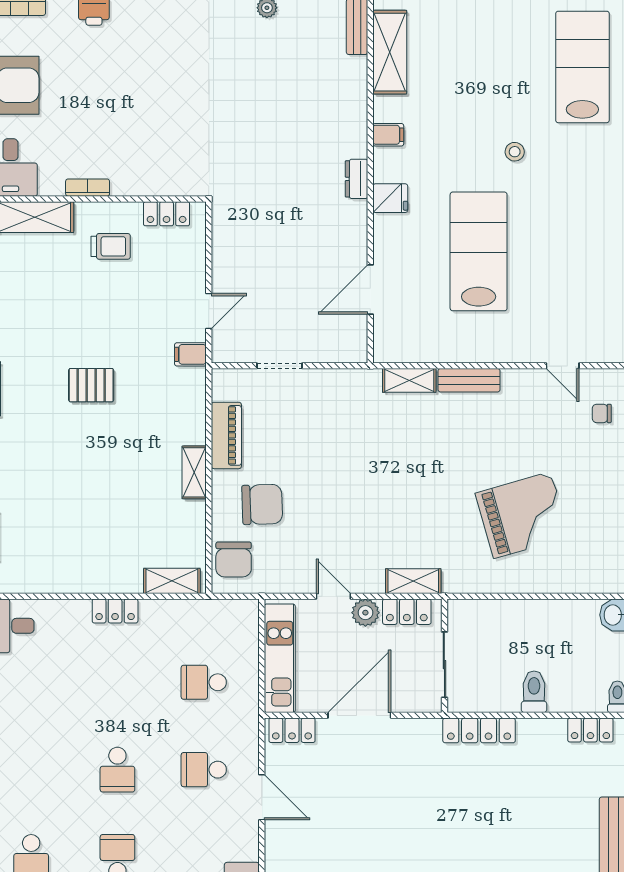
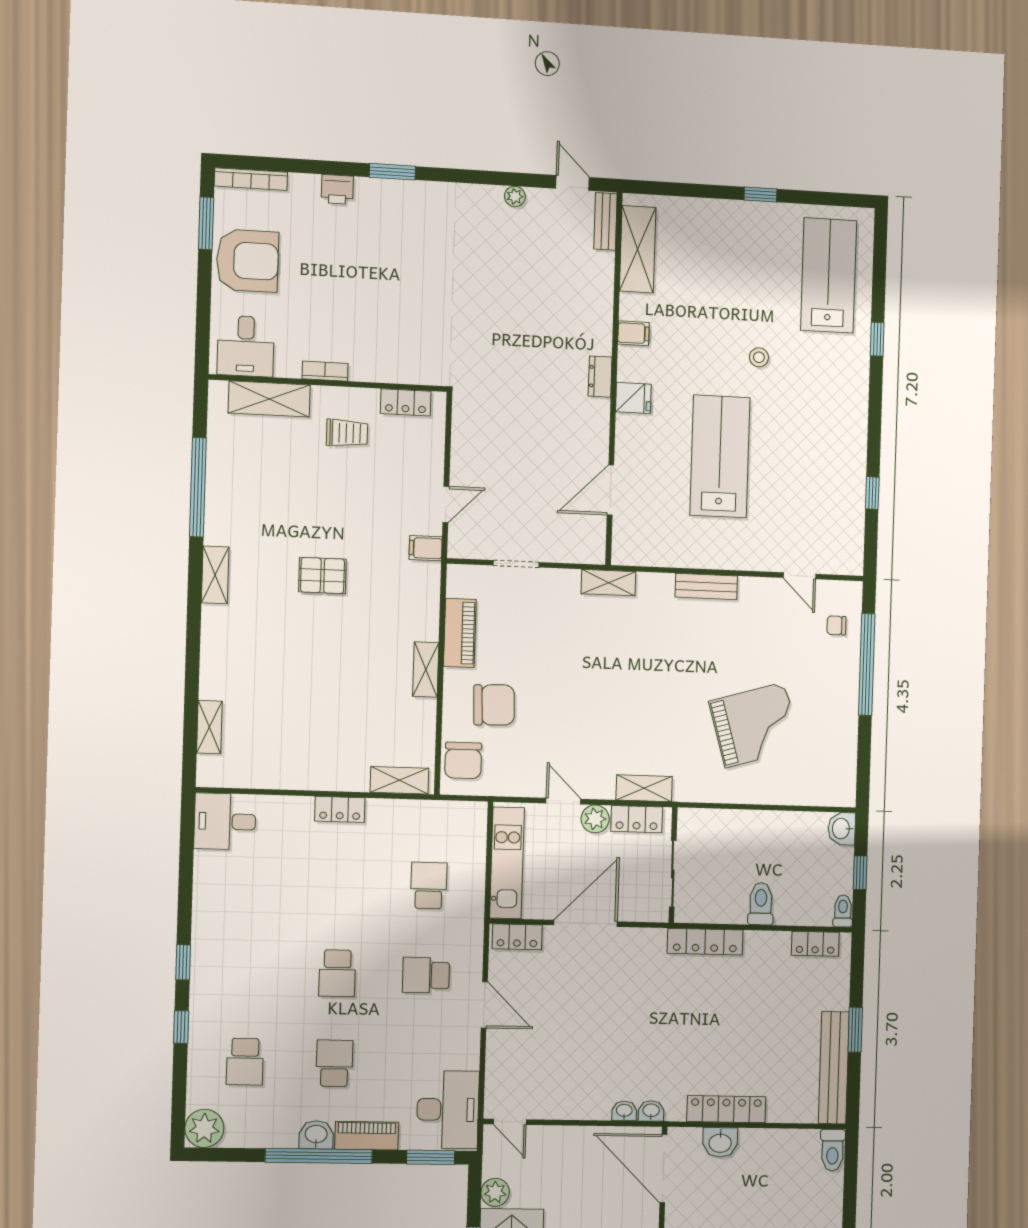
shelving: (409, 380) -> (608, 583), moved
school desk: (204, 682) -> (429, 885), turned 90

